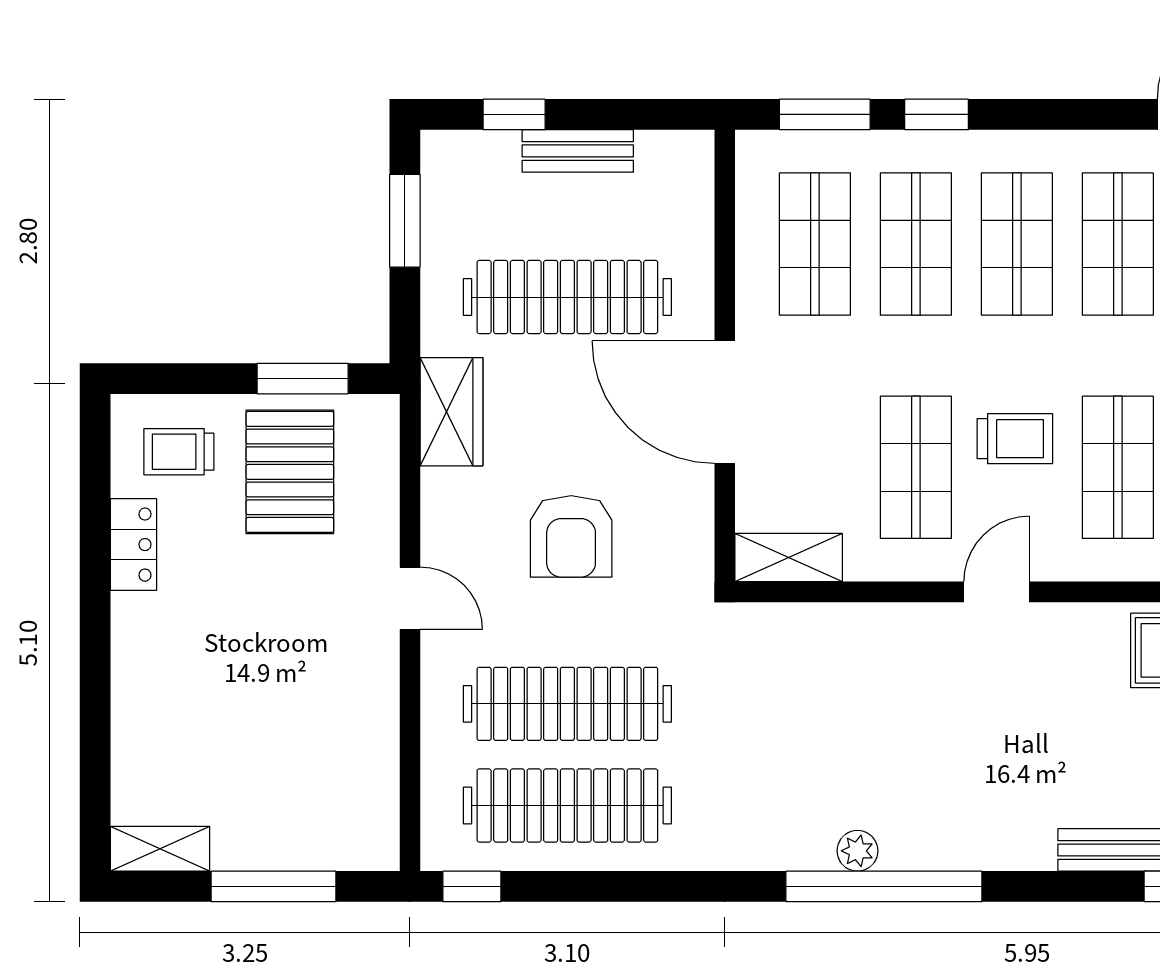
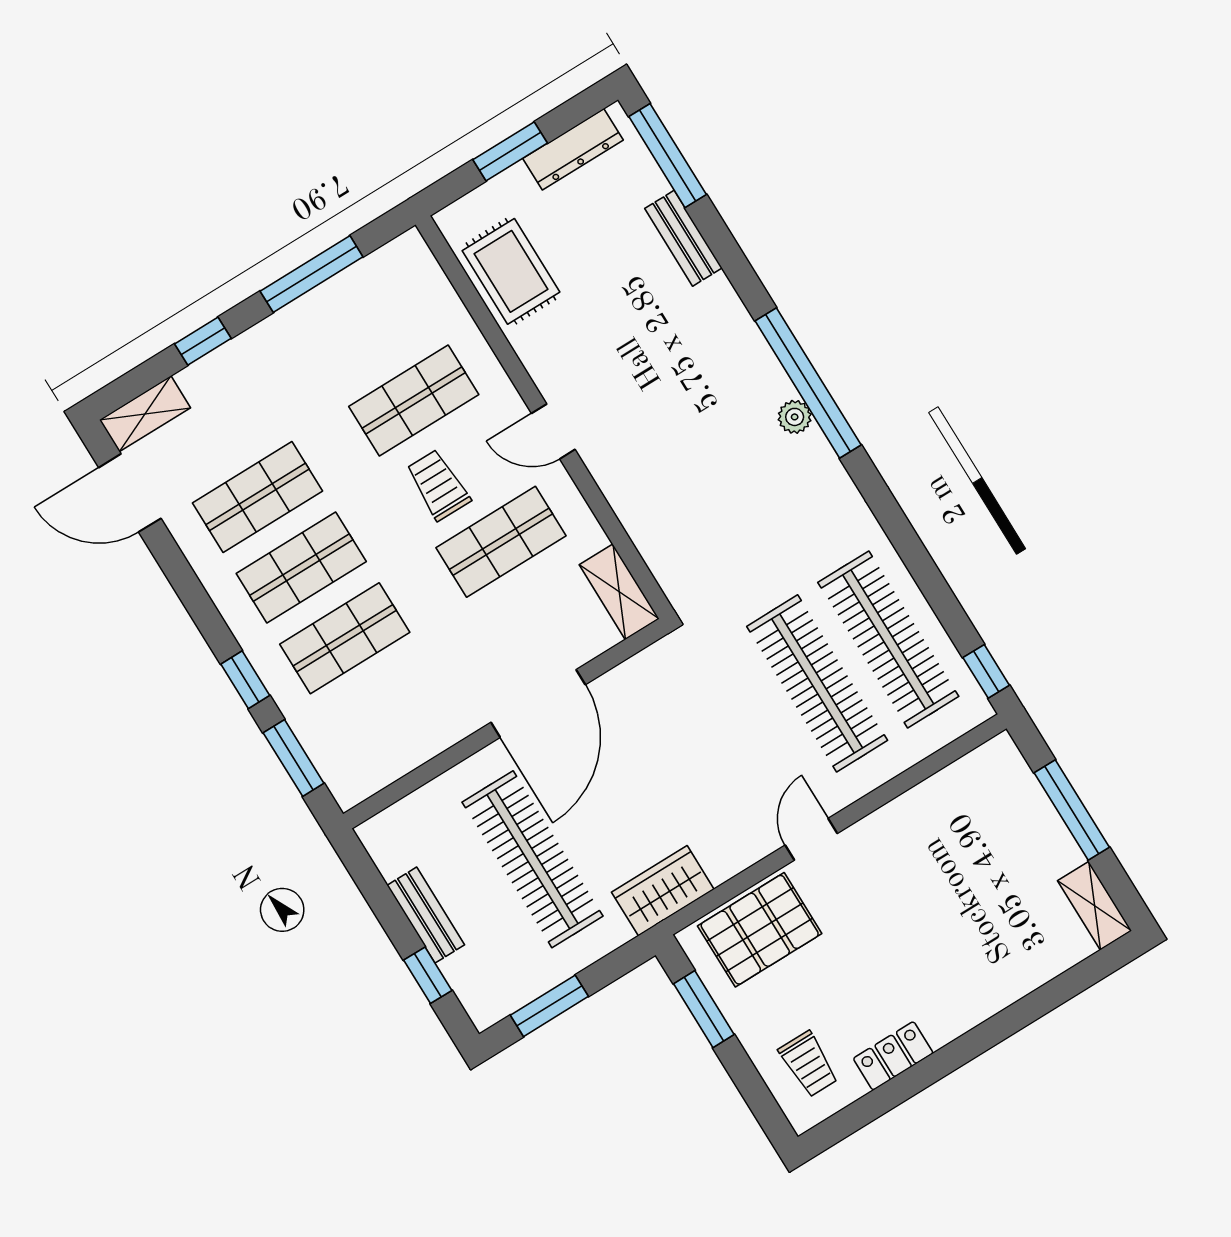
shop shelf: (815, 244) -> (388, 709), removed
pallet: (290, 472) -> (760, 930), moved
armchair: (571, 536) -> (698, 753), removed

